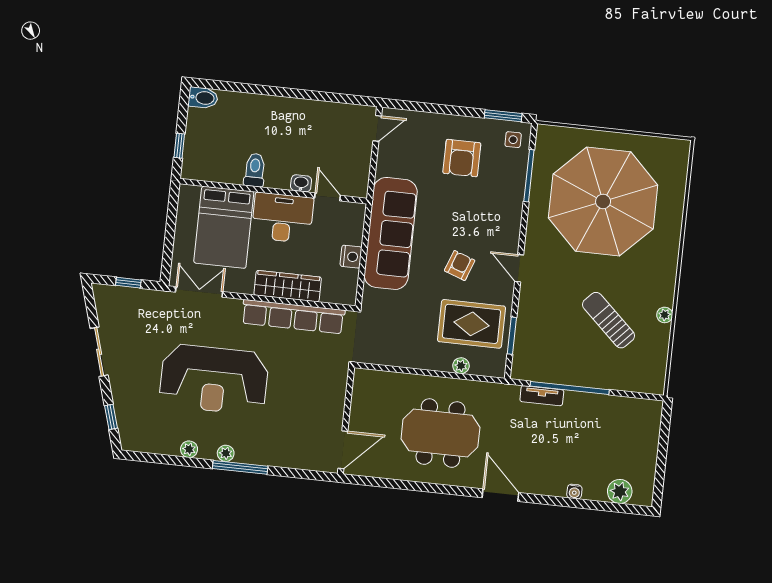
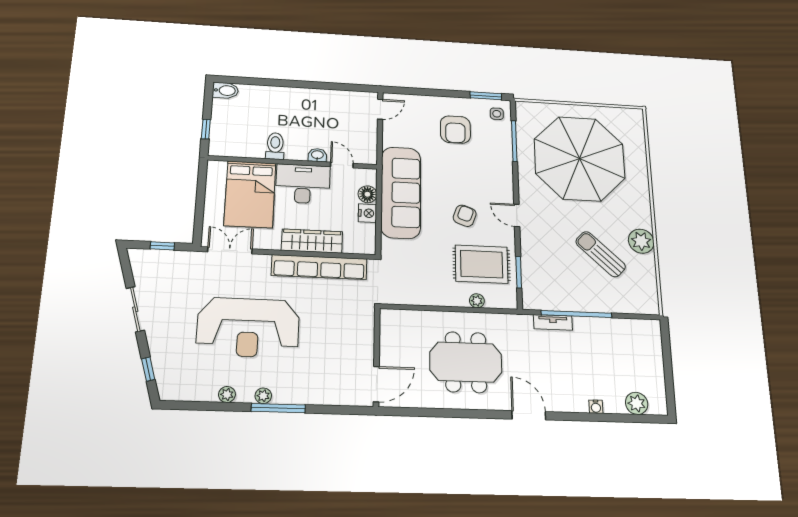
floor lamp: (353, 234) -> (367, 194), added
plant: (665, 315) -> (641, 241), width x1.87, depth x1.87

